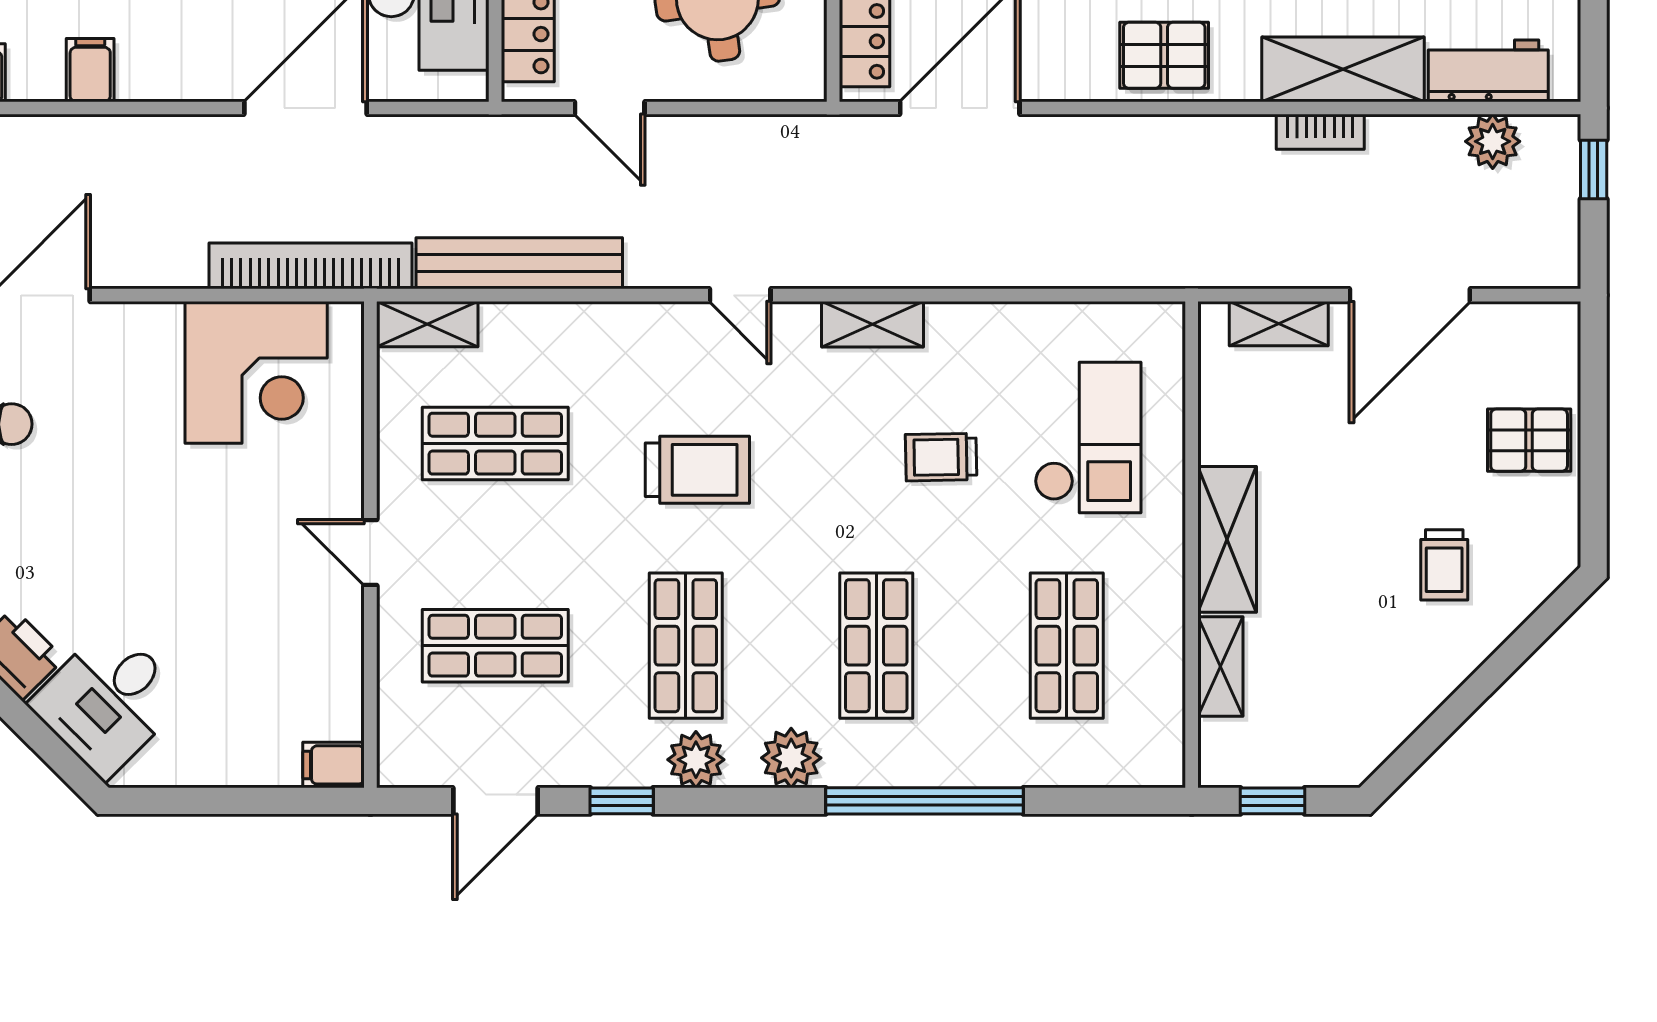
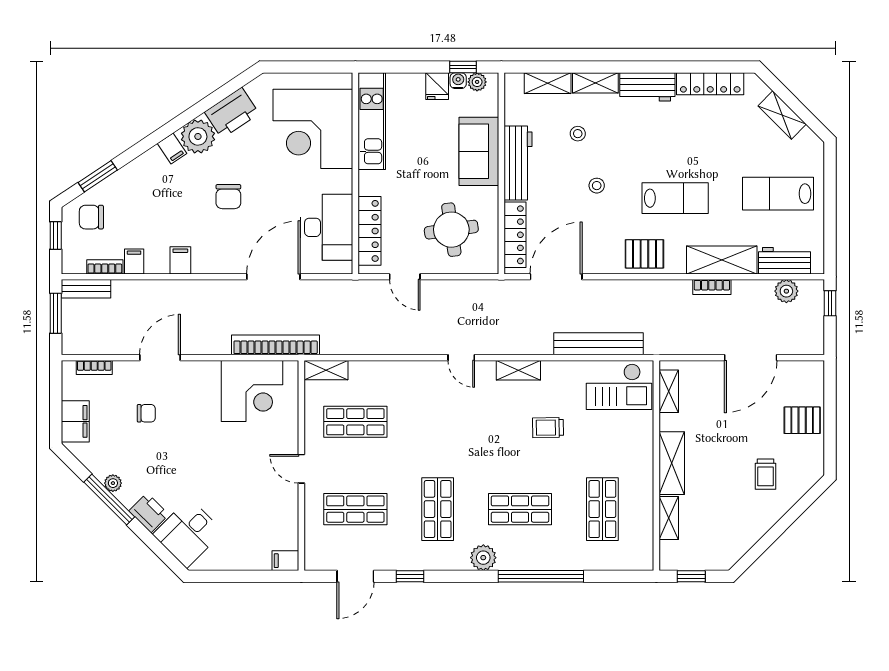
bench: (519, 263) -> (598, 344), moved
shelving: (1279, 324) -> (669, 391), moved, turned 90
checkout: (1088, 437) -> (619, 387), moved, turned 90
trolley: (697, 470) -> (443, 433), removed
shop shelf: (876, 646) -> (520, 509), turned 90
plant: (696, 760) -> (442, 558), removed

